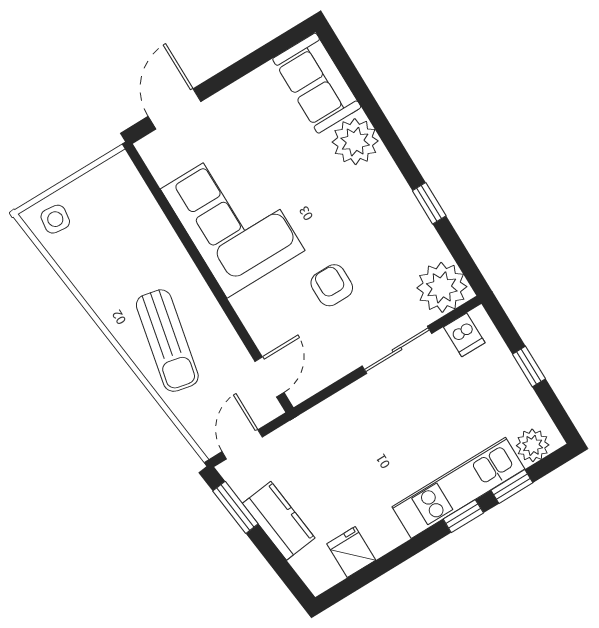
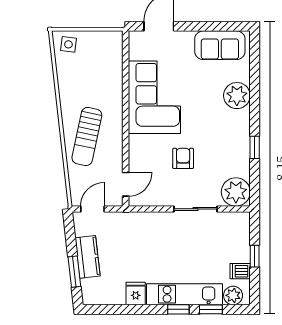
sofa: (317, 83) -> (220, 45), moved, turned -90
dishwasher: (464, 335) -> (240, 271), moved, turned 90
window: (235, 507) -> (74, 272), moved
fridge: (351, 552) -> (136, 294), moved

